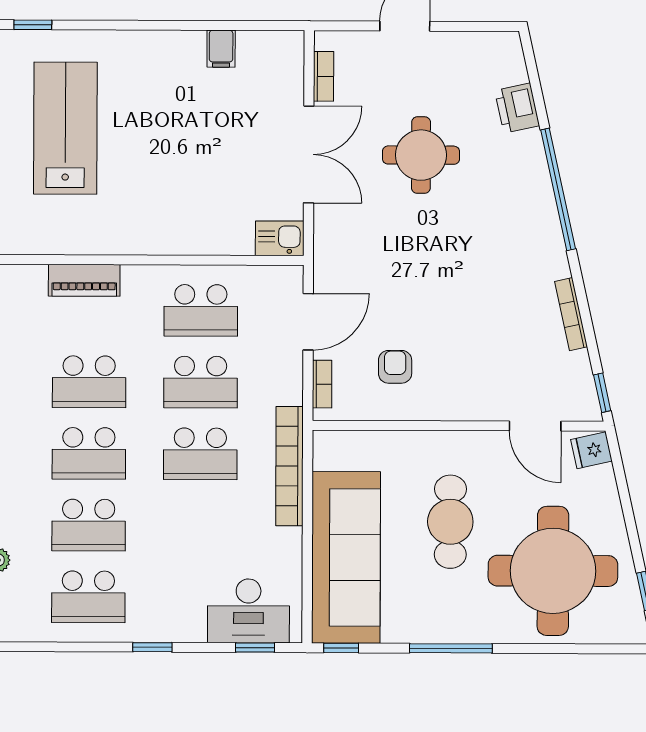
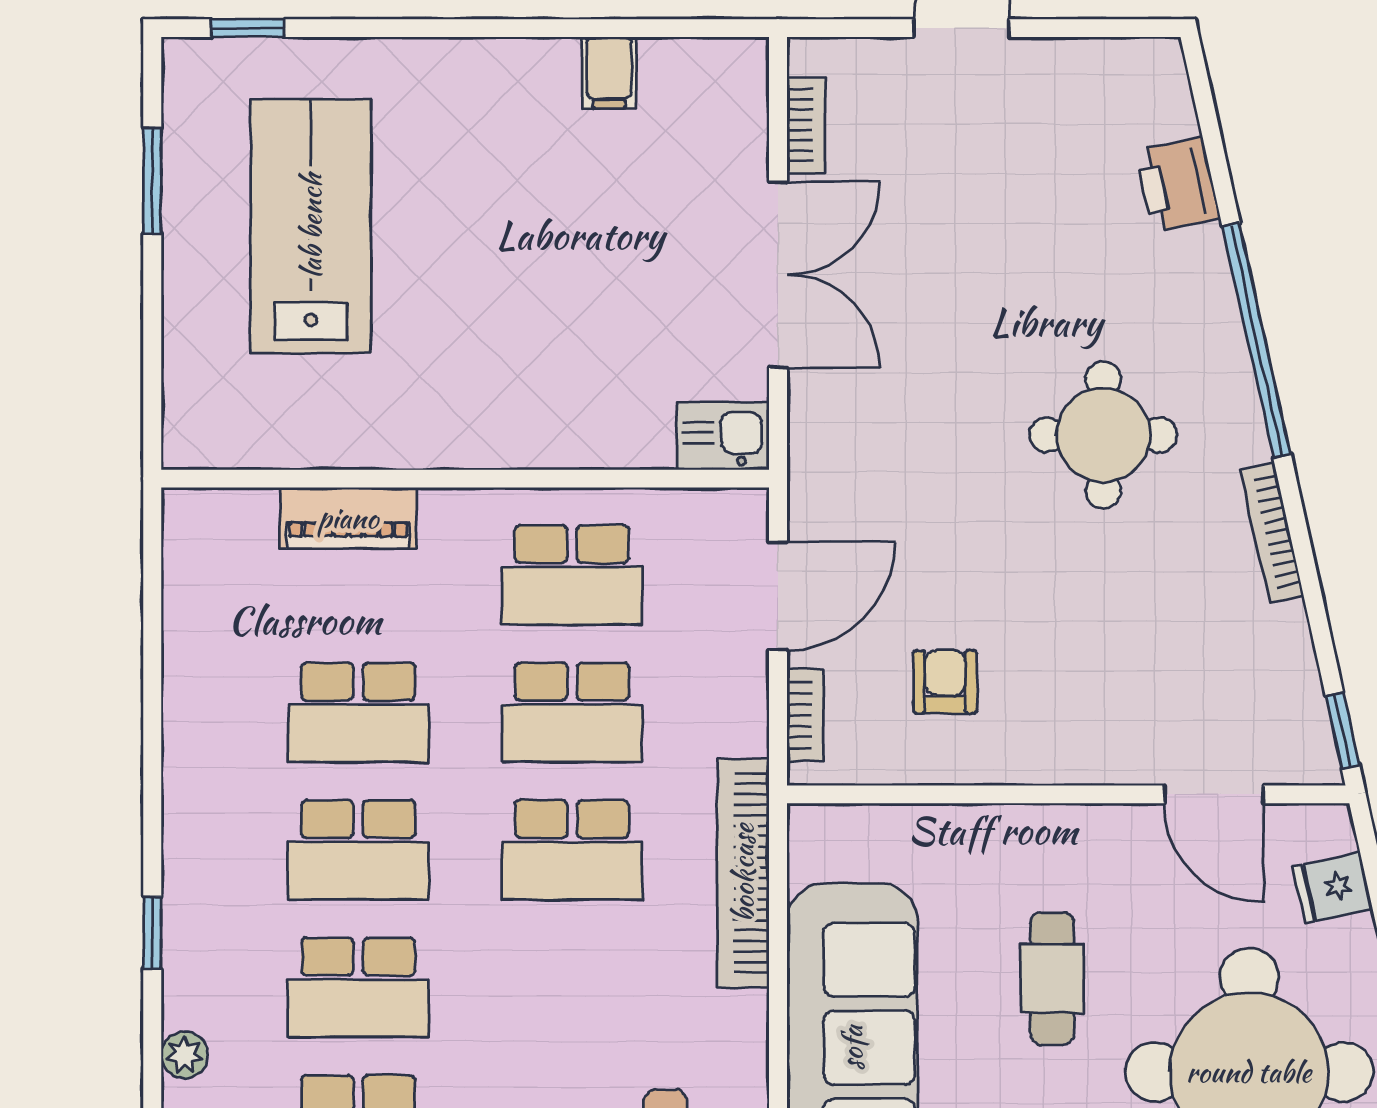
round table: (421, 155) -> (1103, 435), moved
bookcase: (571, 314) -> (1272, 532), moved
fridge: (591, 450) -> (1333, 888), moved
cafe table: (450, 522) -> (1052, 979), width x0.73, depth x0.74

